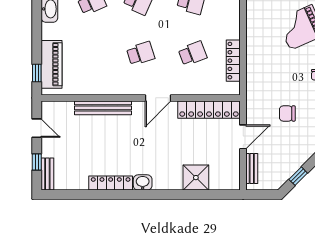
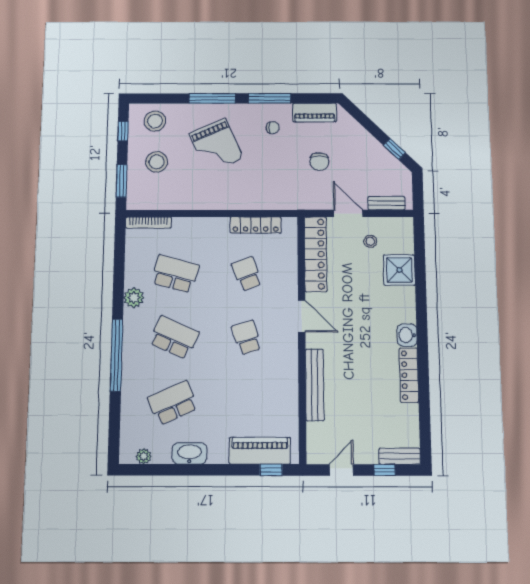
stool: (220, 154) -> (370, 241), added

